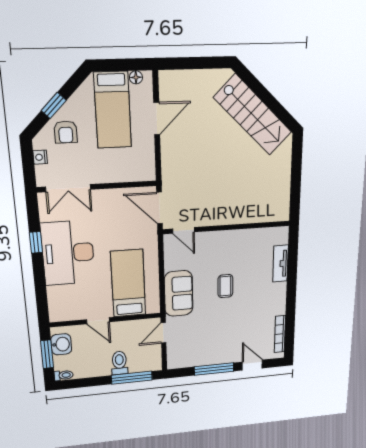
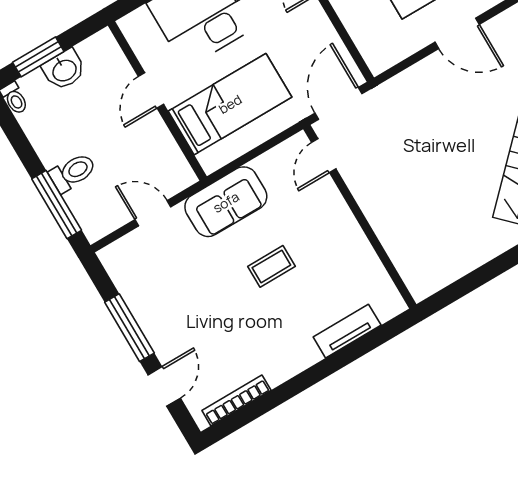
bed: (128, 283) -> (230, 104), moved
wall: (106, 320) -> (157, 101), moved
door: (98, 321) -> (151, 90), moved

